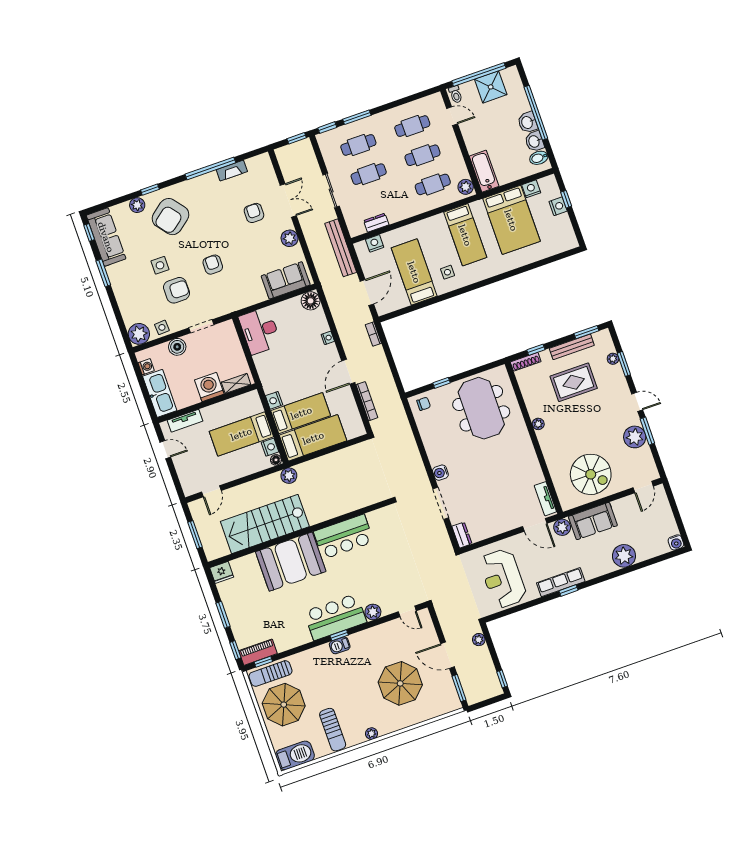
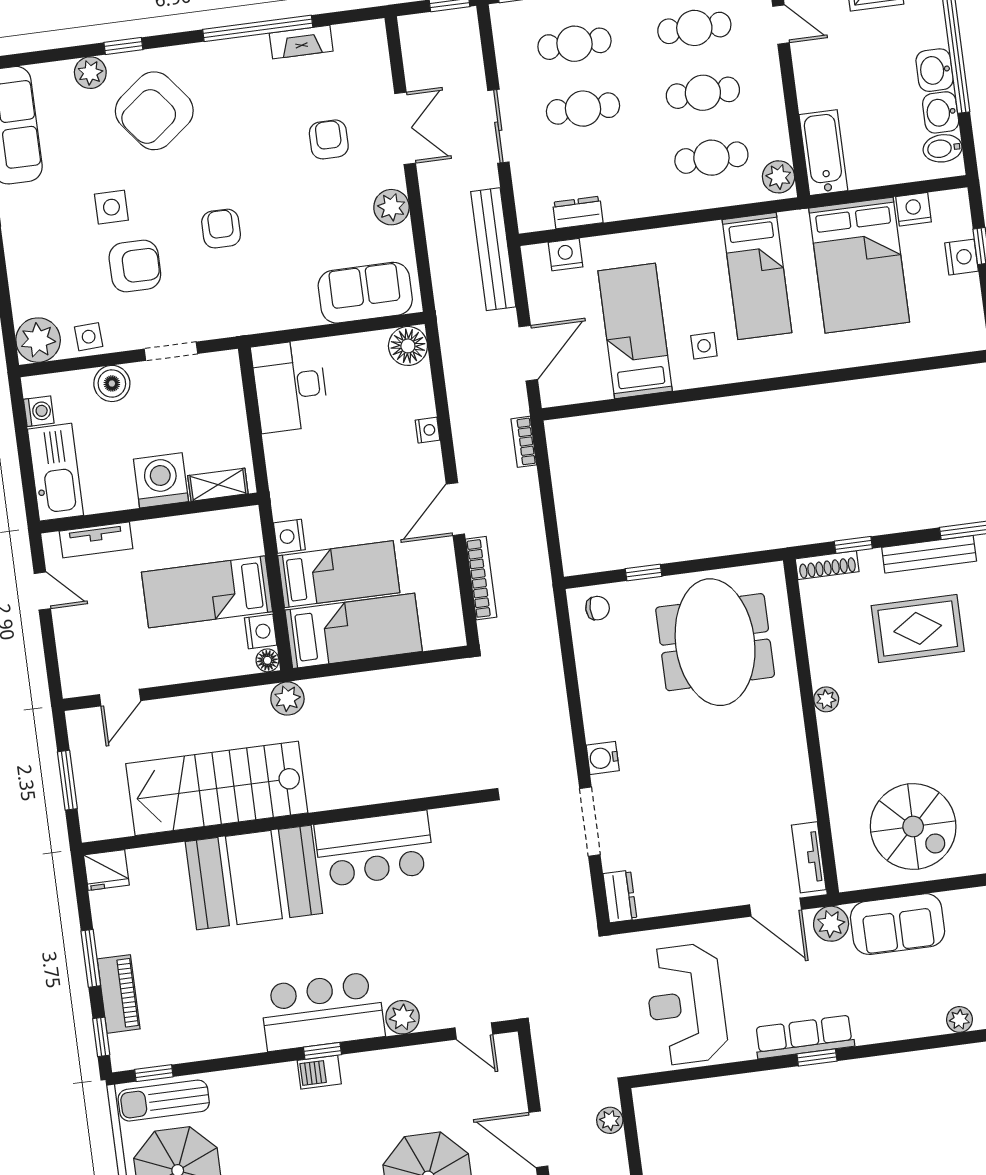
plant: (624, 556) -> (959, 1019), width x0.53, depth x0.53
piano: (258, 652) -> (119, 994), moved, turned 90

